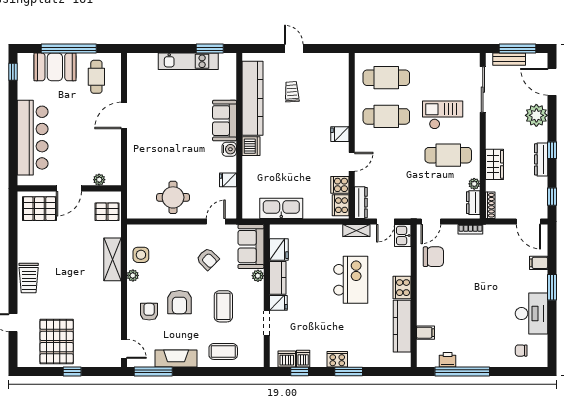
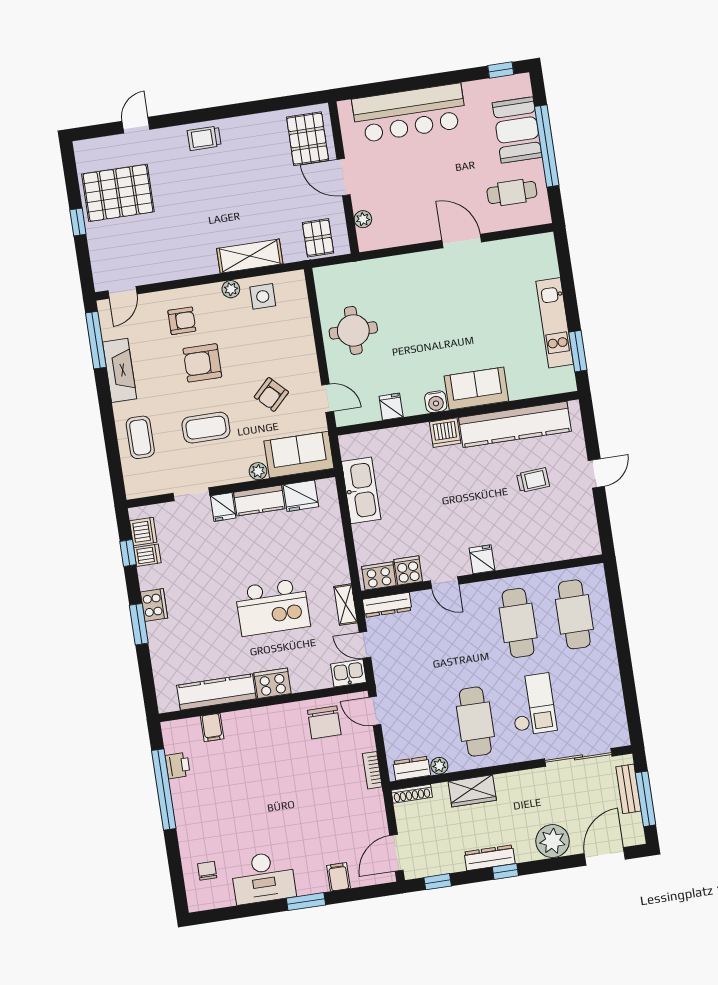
trolley: (29, 278) -> (204, 138), width x0.73, depth x0.72

